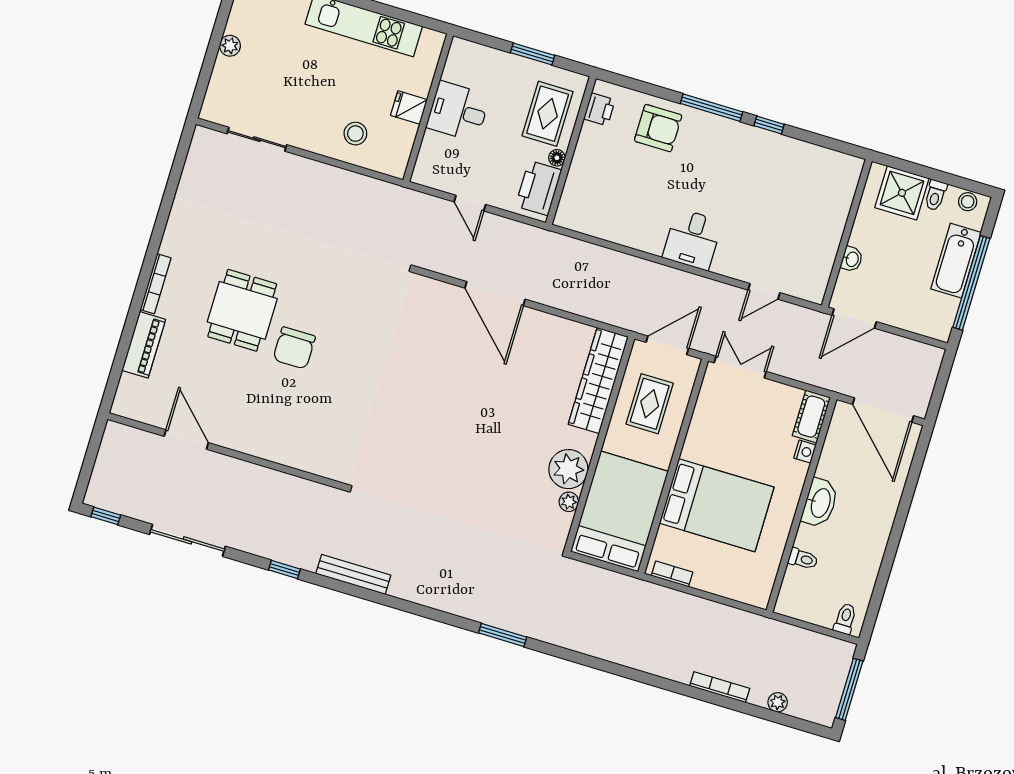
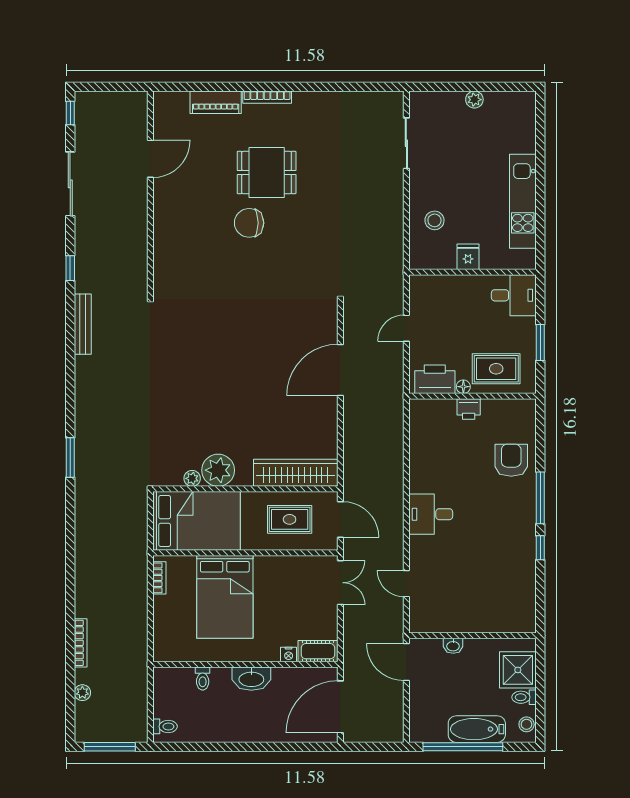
printer: (599, 109) -> (469, 409), moved
desk: (458, 111) -> (514, 295), moved, turned 90
armchair: (658, 128) -> (511, 460), turned 180

